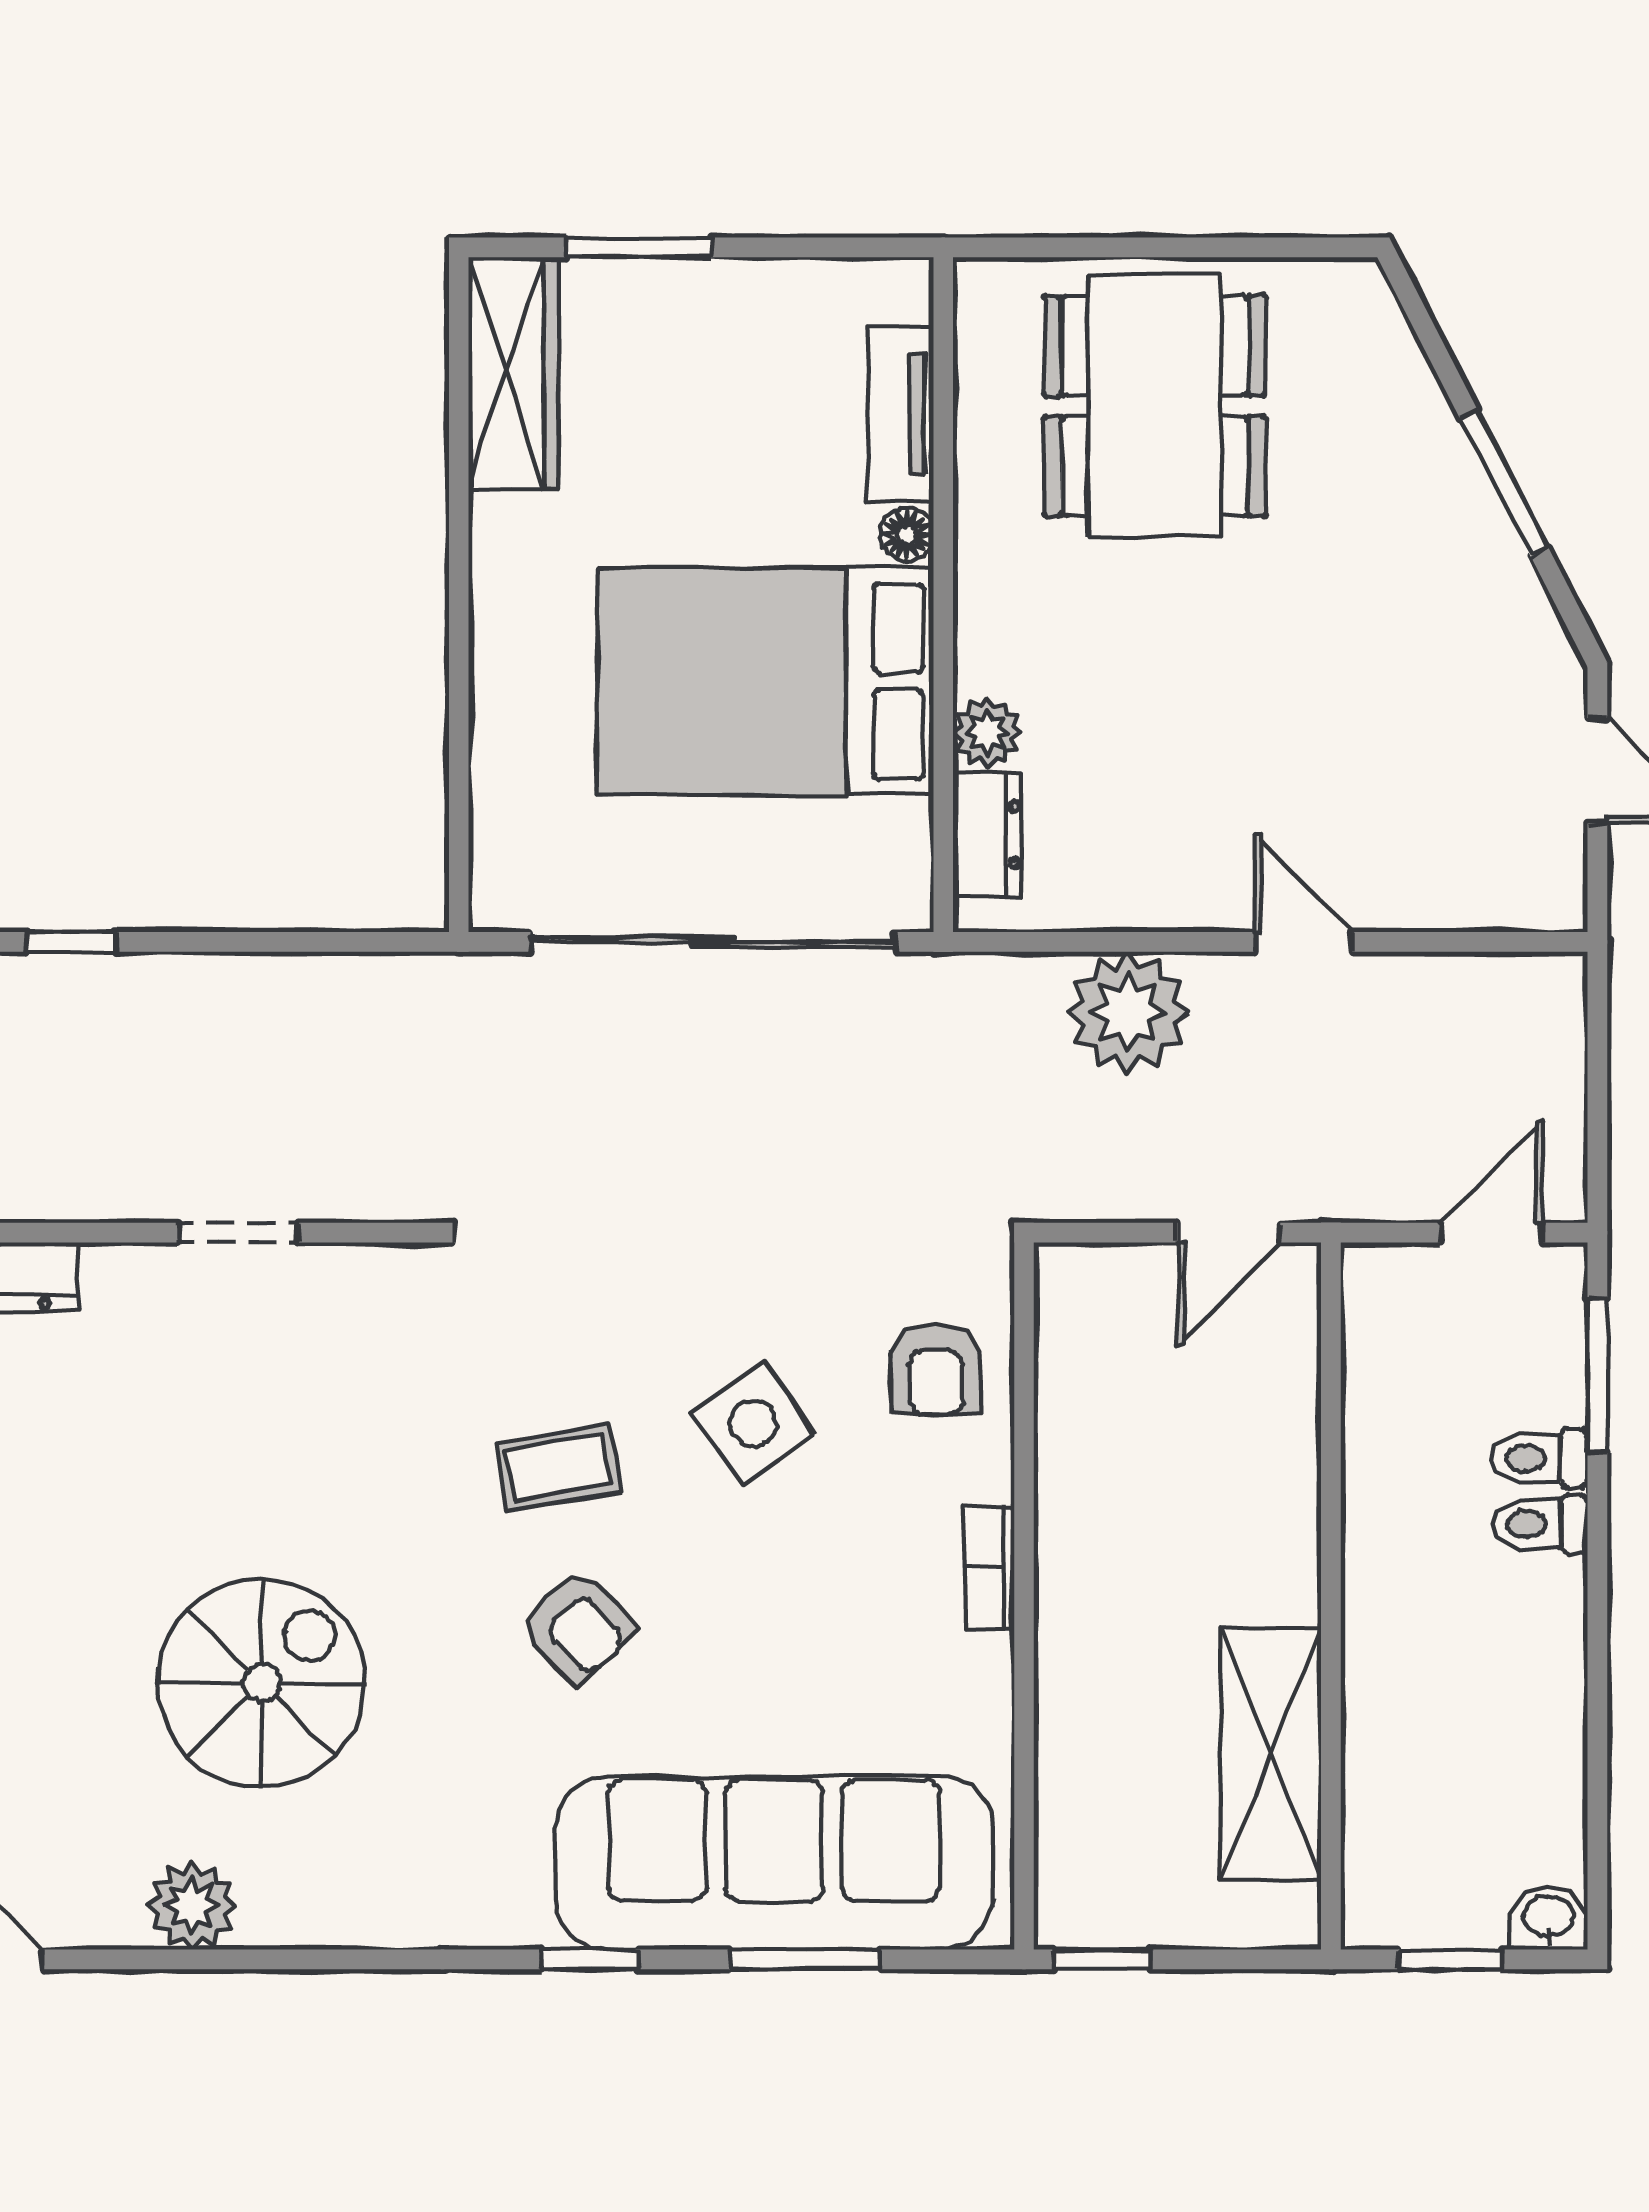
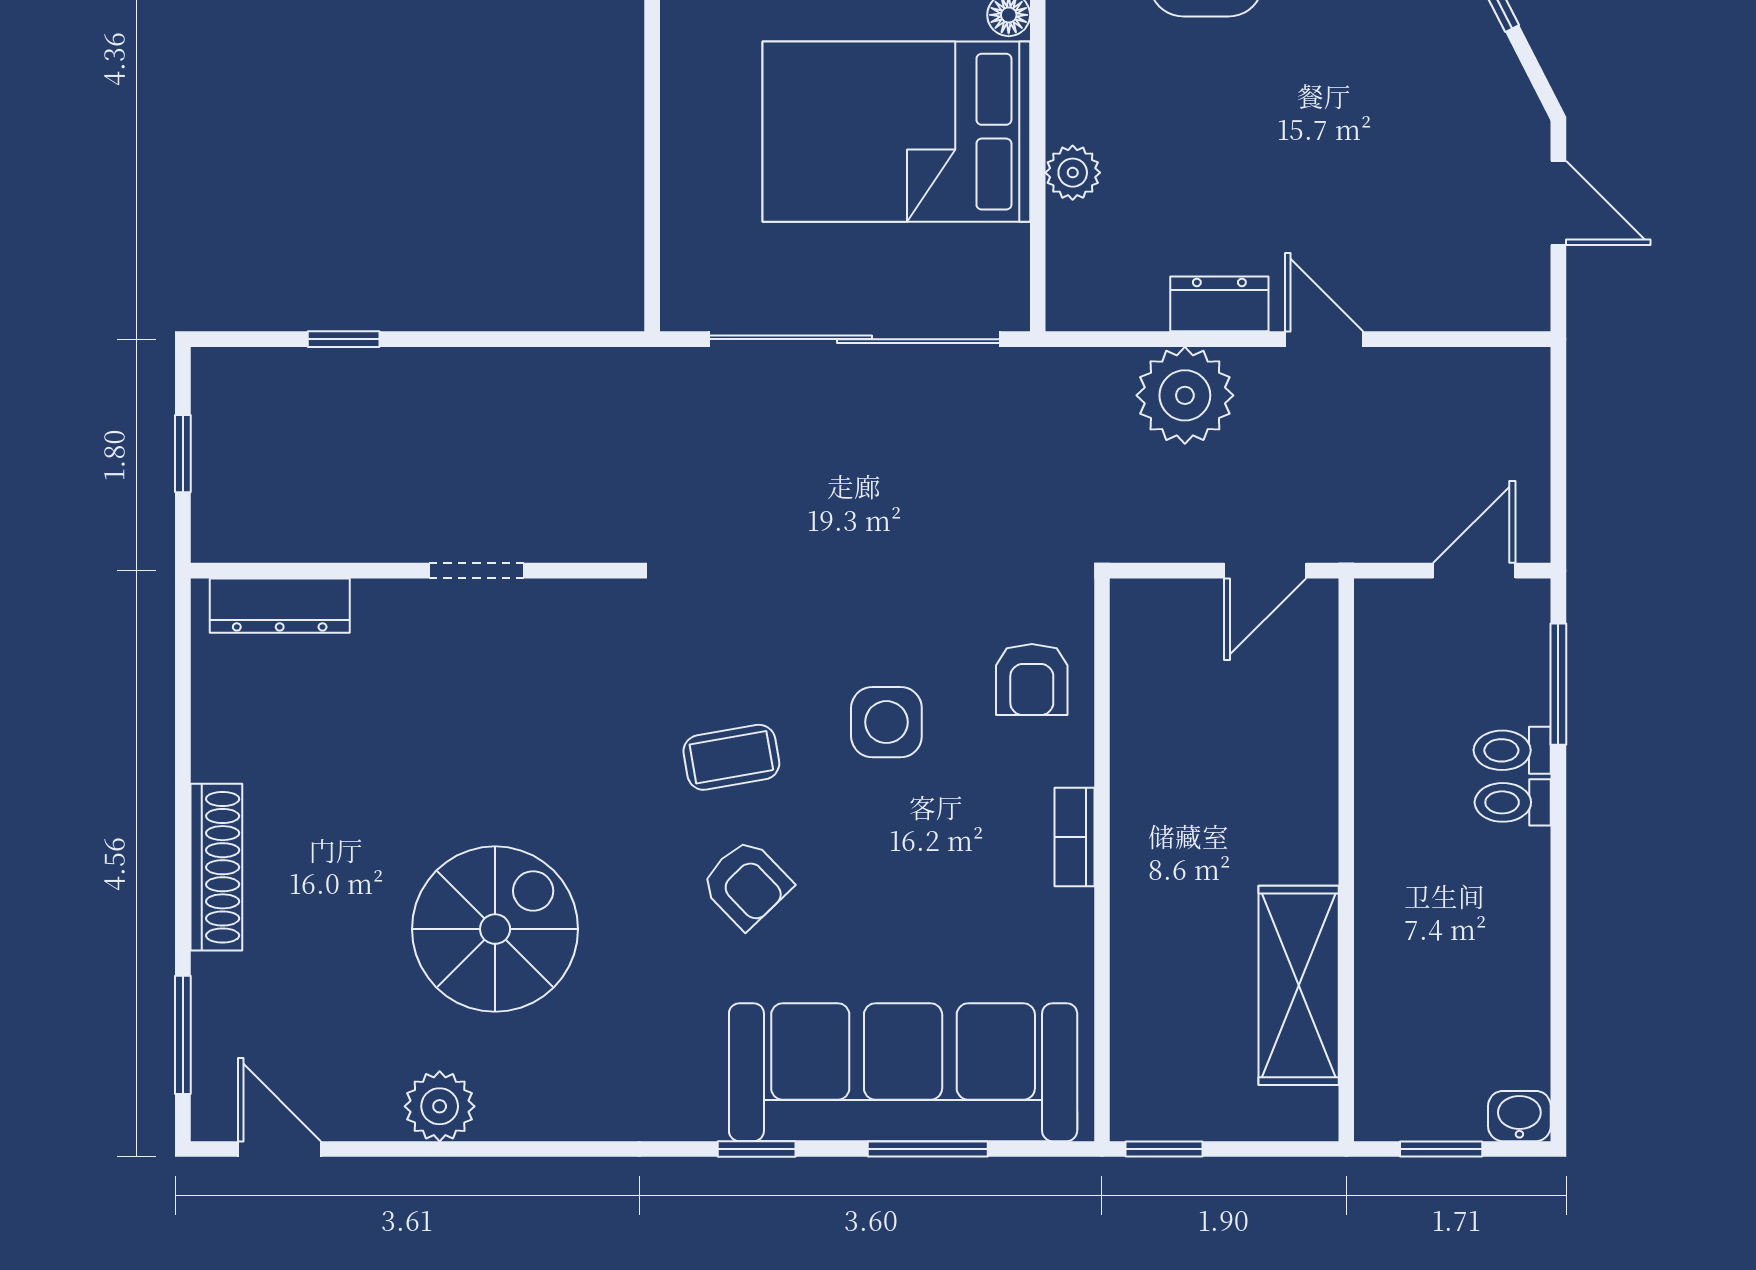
dresser: (988, 835) -> (1219, 304), moved, turned -90
side table: (753, 1423) -> (886, 722), turned 35

